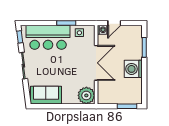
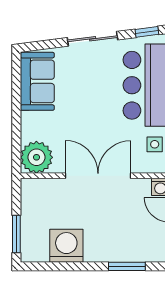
double door: (96, 63) -> (98, 176), swing flipped
washing machine: (133, 69) -> (66, 246), moved

